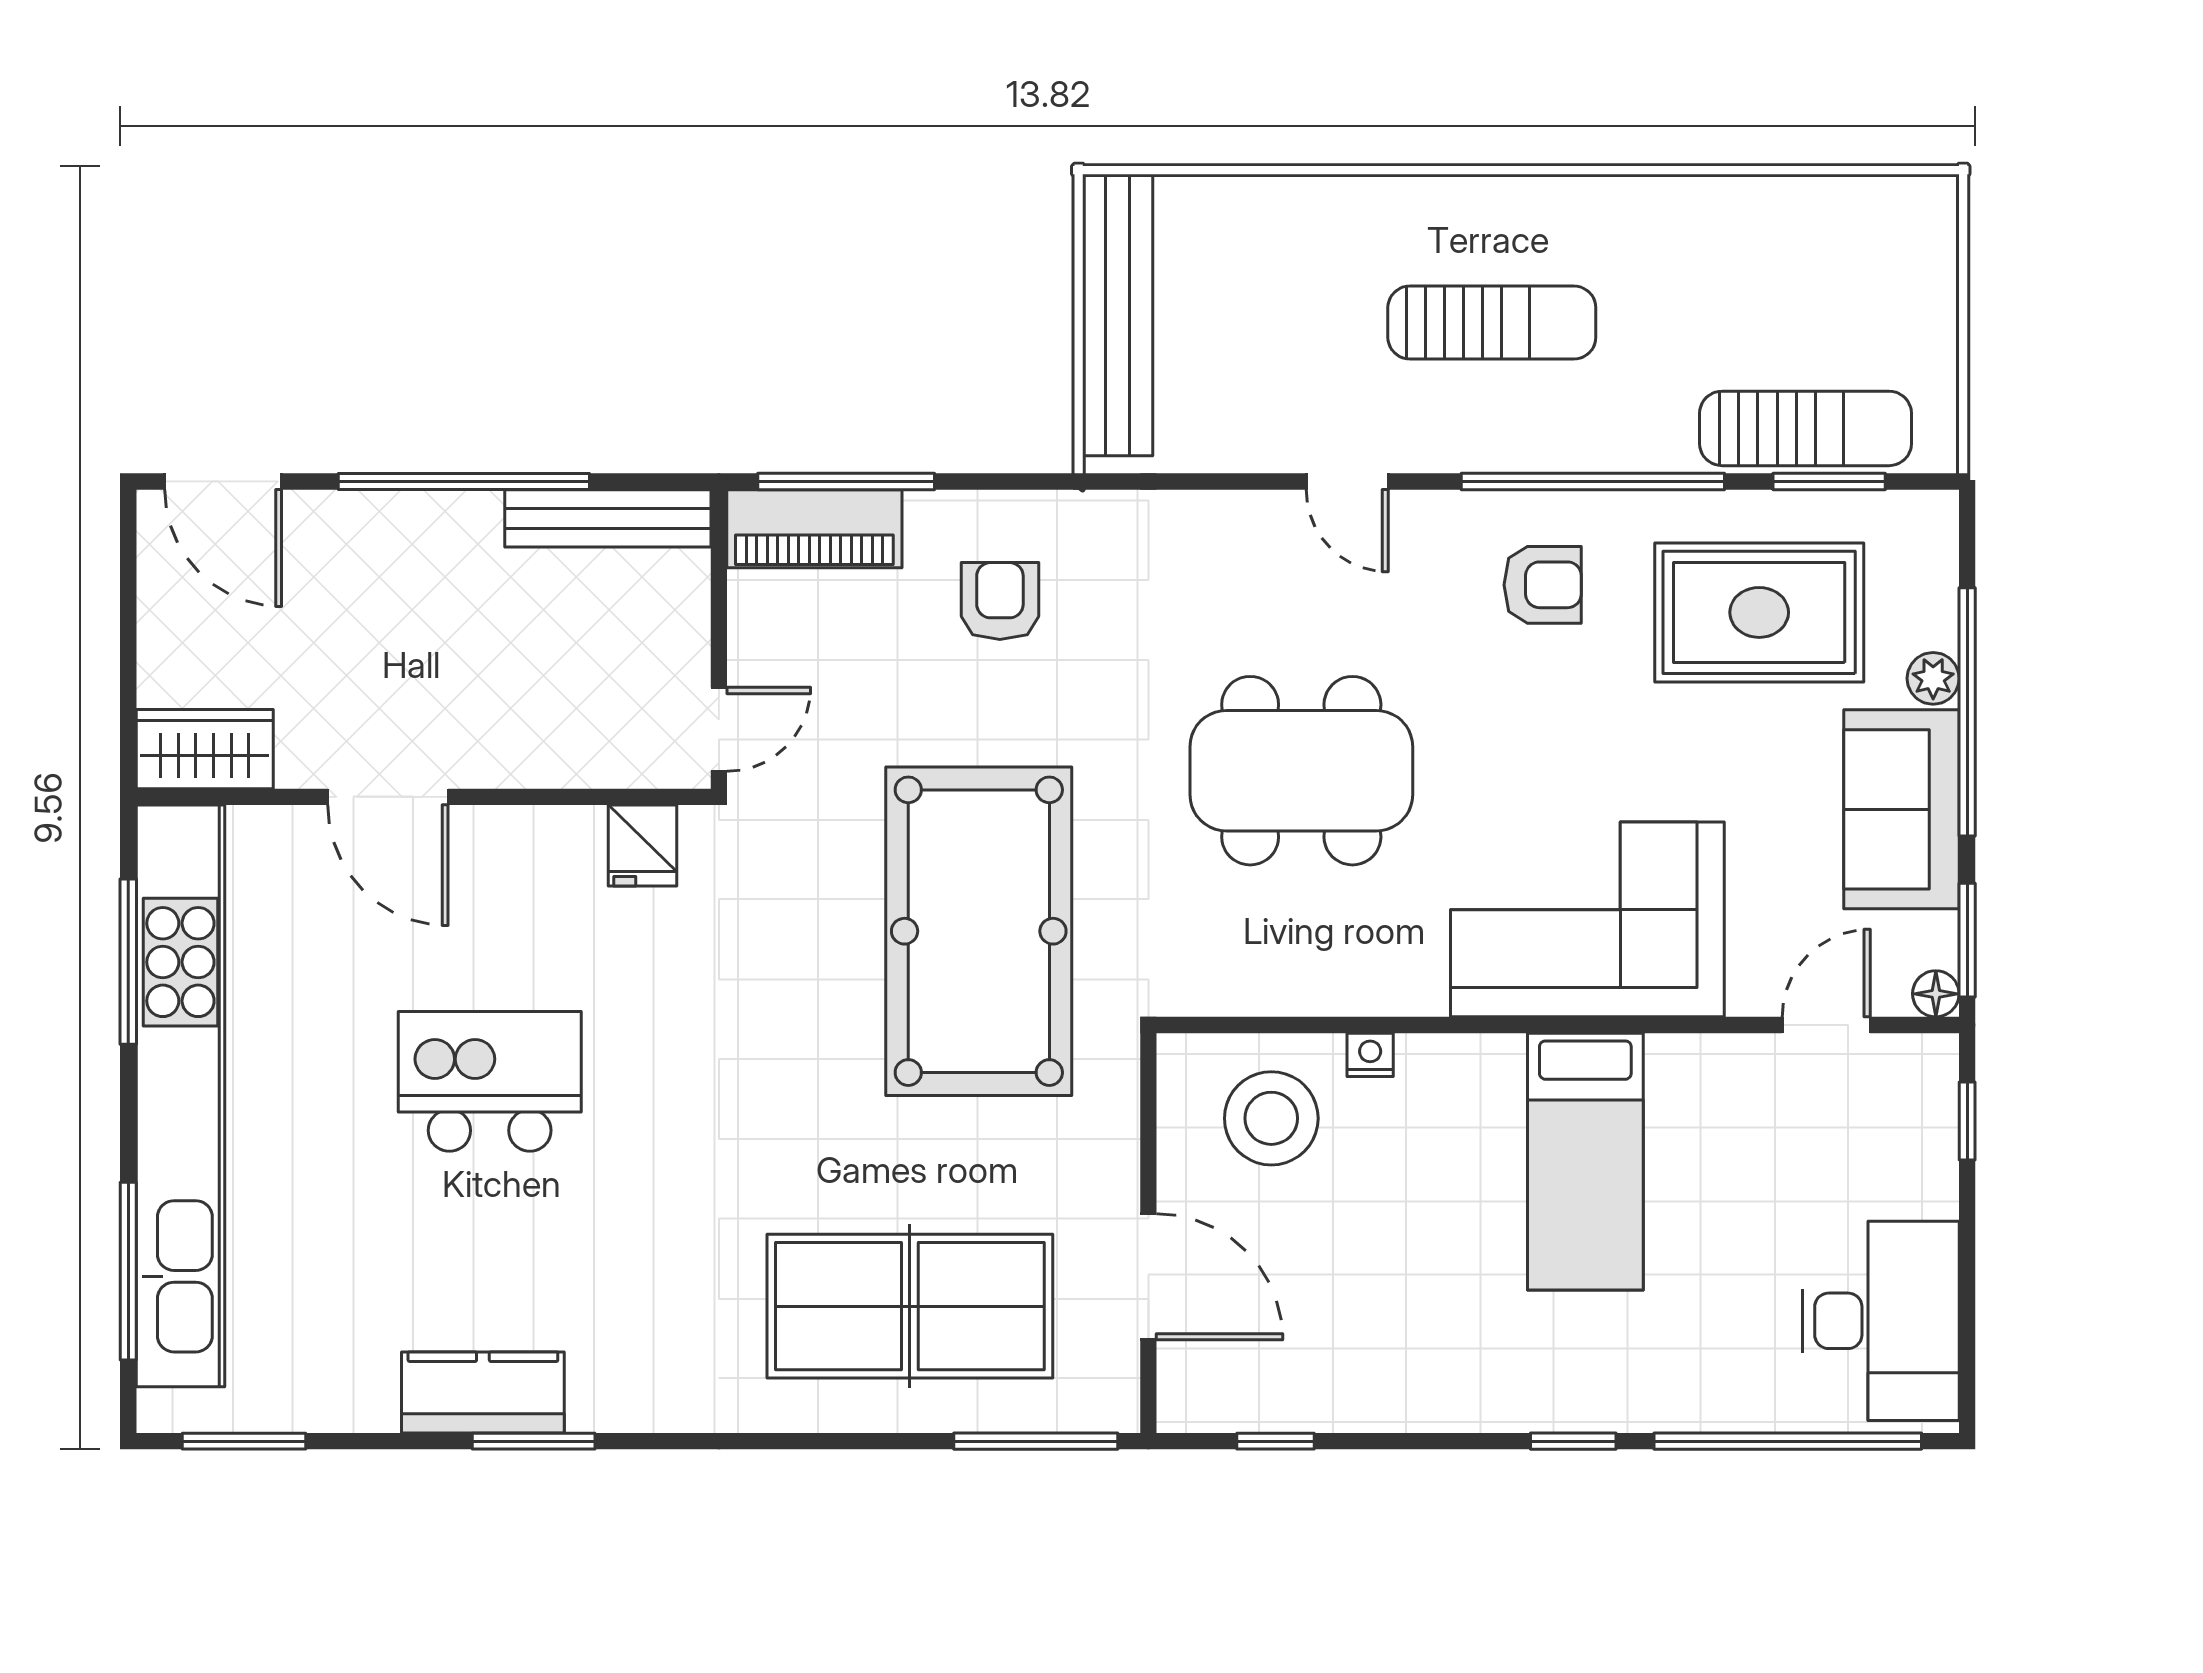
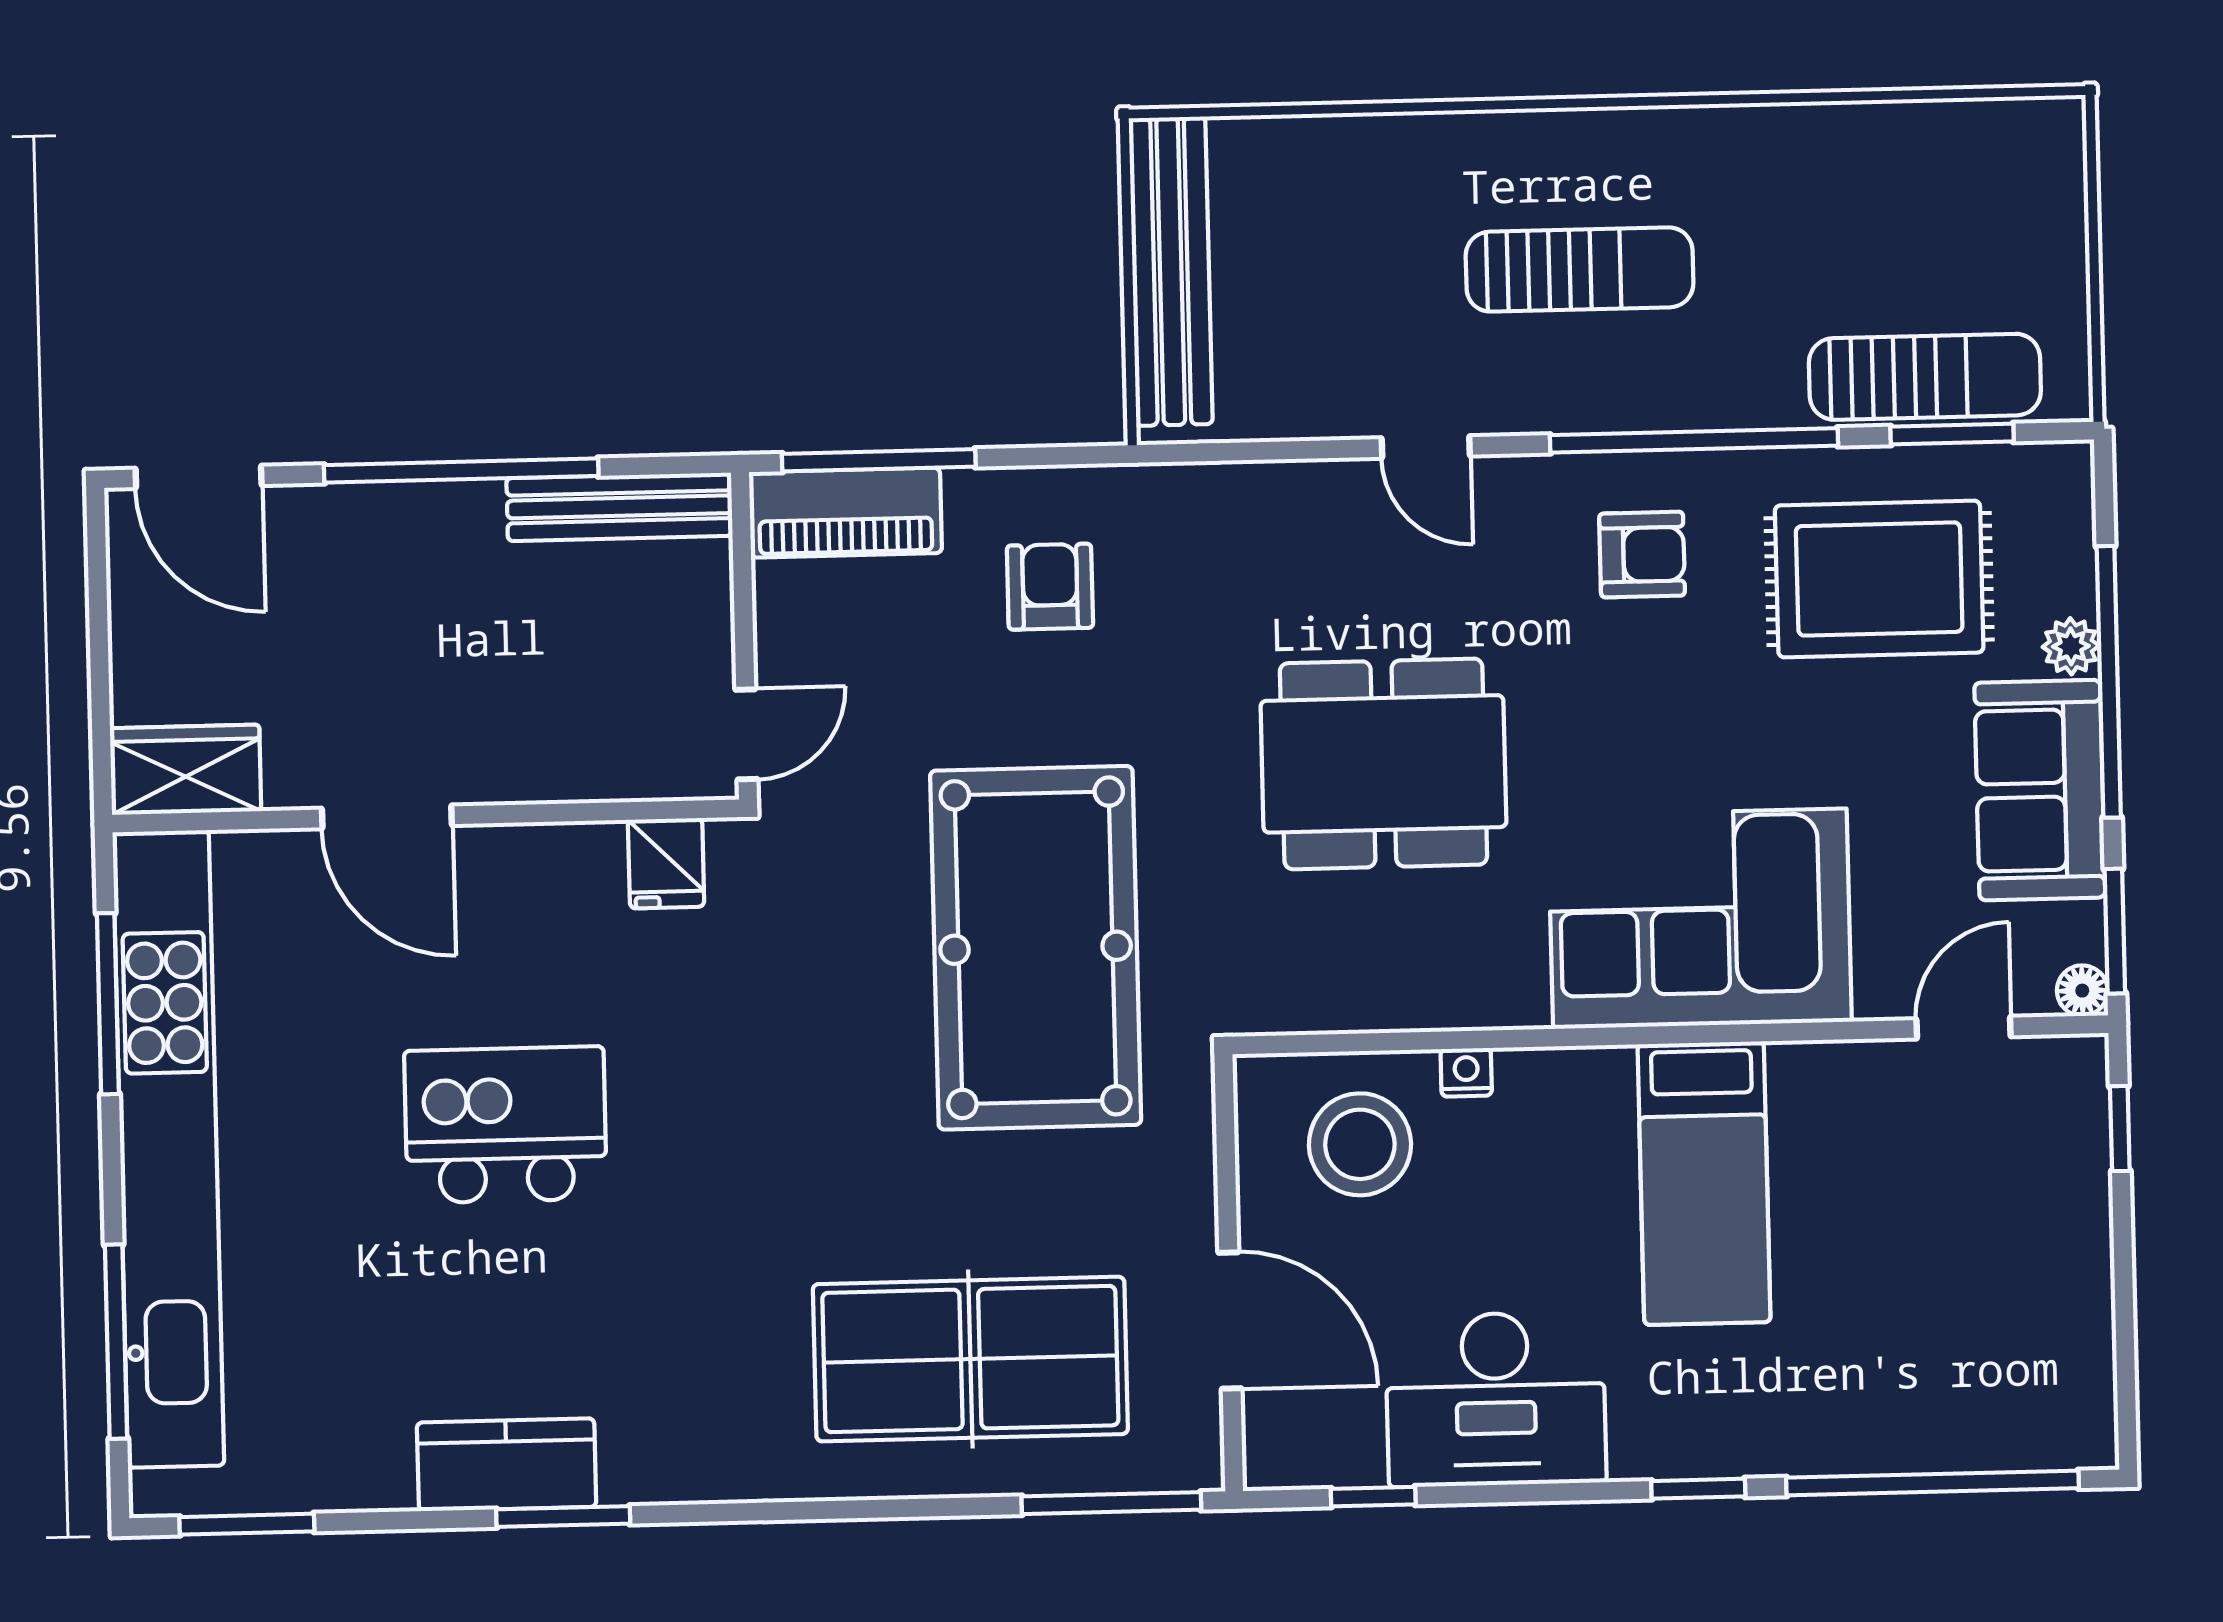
desk: (1881, 1321) -> (1496, 1399), moved, turned 90

